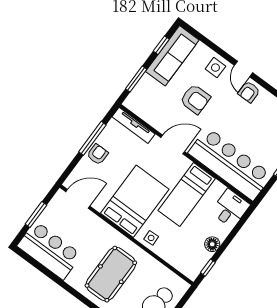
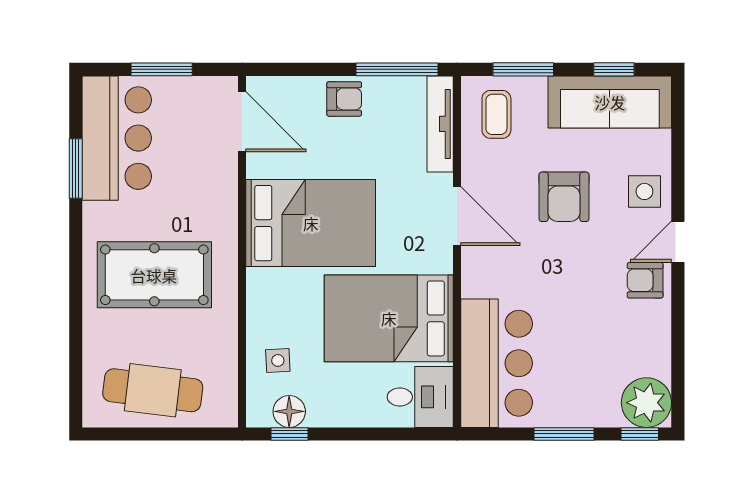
coffee table: (146, 102) -> (496, 114), added
window: (92, 138) -> (397, 69), moved
bar counter: (230, 164) -> (497, 363), width x0.73
bed: (187, 194) -> (389, 318), width x1.50
side table: (151, 238) -> (278, 360), moved
floor lamp: (212, 244) -> (289, 411), moved
window: (49, 274) -> (76, 168), added

